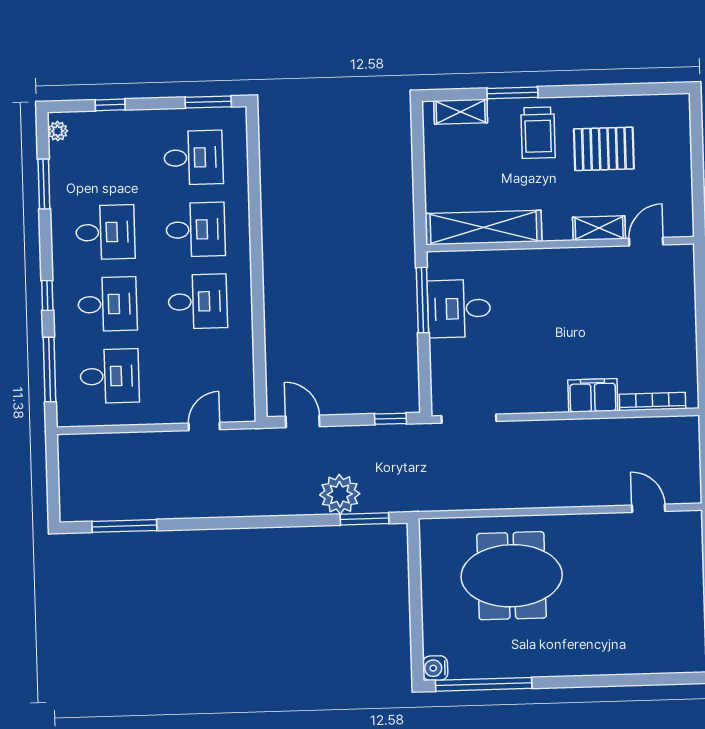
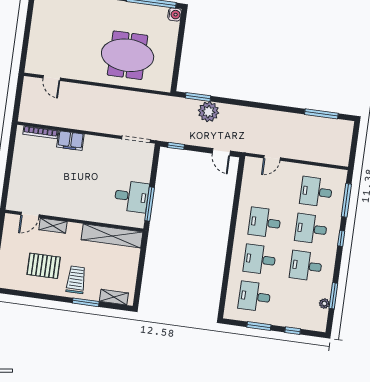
window: (208, 102) -> (259, 326), moved
plant: (58, 131) -> (324, 304), moved

